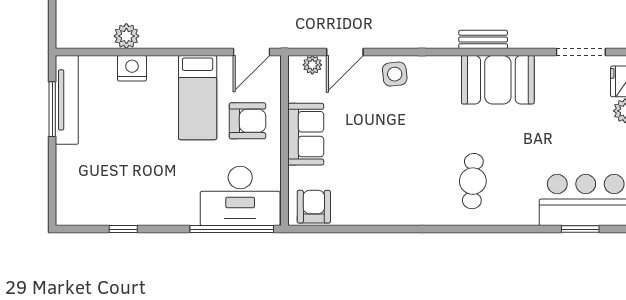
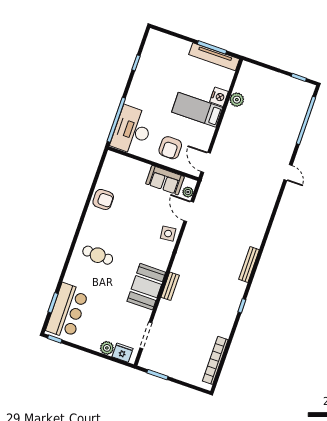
bed: (198, 98) -> (197, 110), moved
sofa: (306, 134) -> (165, 180), moved
armchair: (314, 207) -> (103, 199), moved

